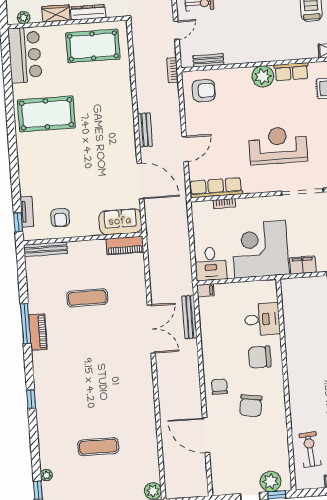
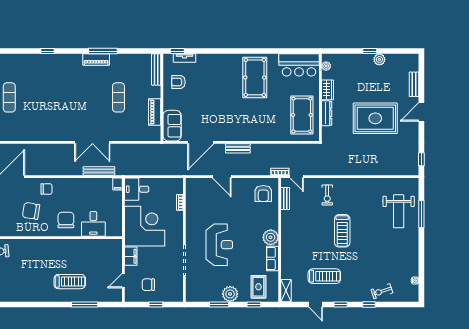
door: (176, 30) -> (297, 177), moved
row of seats: (216, 188) -> (192, 197), removed
piano: (125, 245) -> (155, 112), moved

